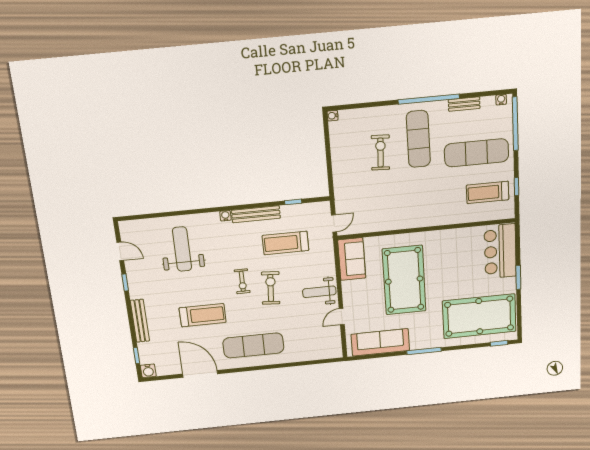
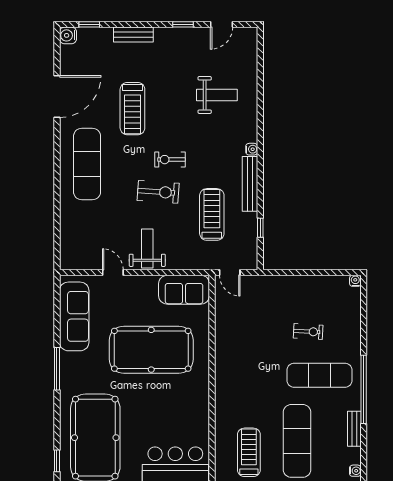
exercise bike: (380, 153) -> (308, 332), width x0.73, depth x0.72
weight bench: (182, 249) -> (217, 95), width x0.73, depth x0.75
bench: (140, 321) -> (133, 35), width x0.73

